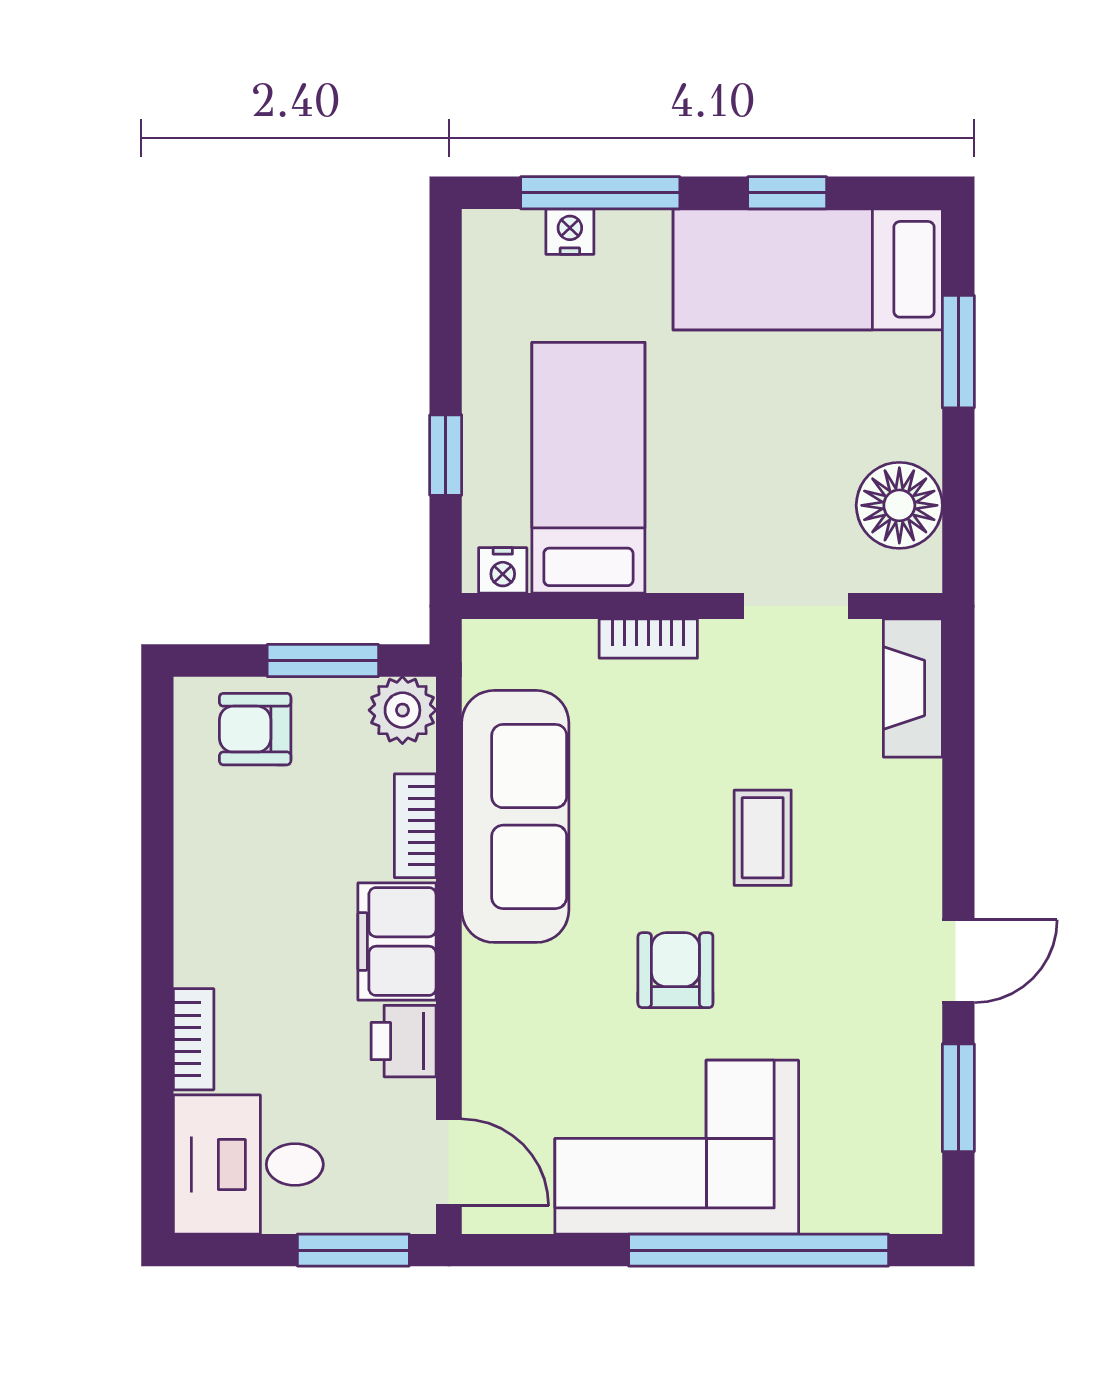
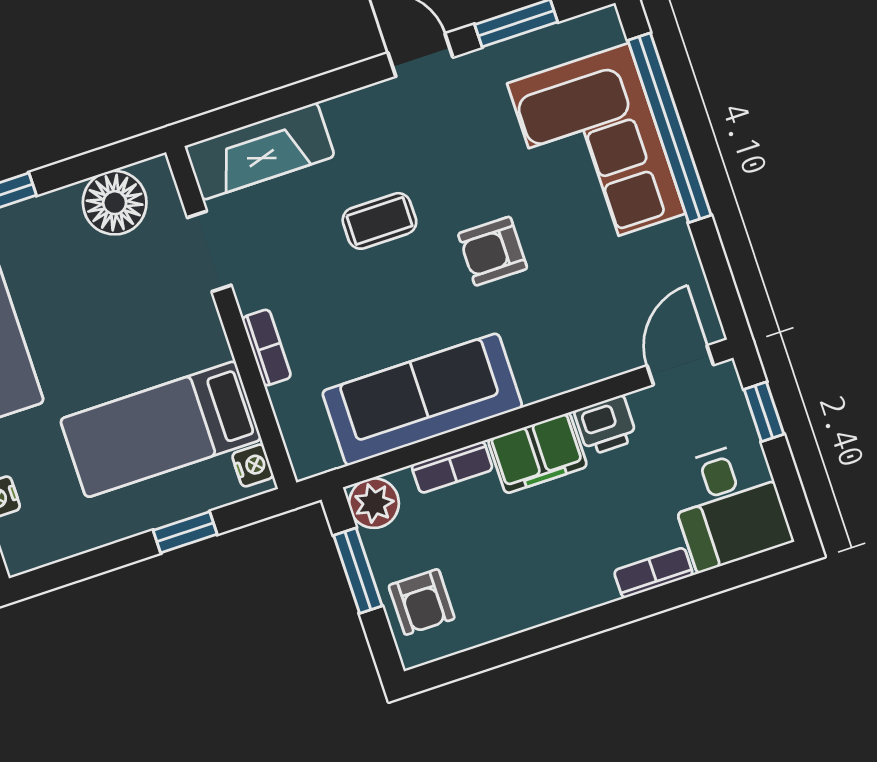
fireplace: (913, 688) -> (260, 151), width x1.37, depth x1.32
corner sofa: (677, 1147) -> (596, 149), moved
window: (353, 1250) -> (764, 412), width x0.67

